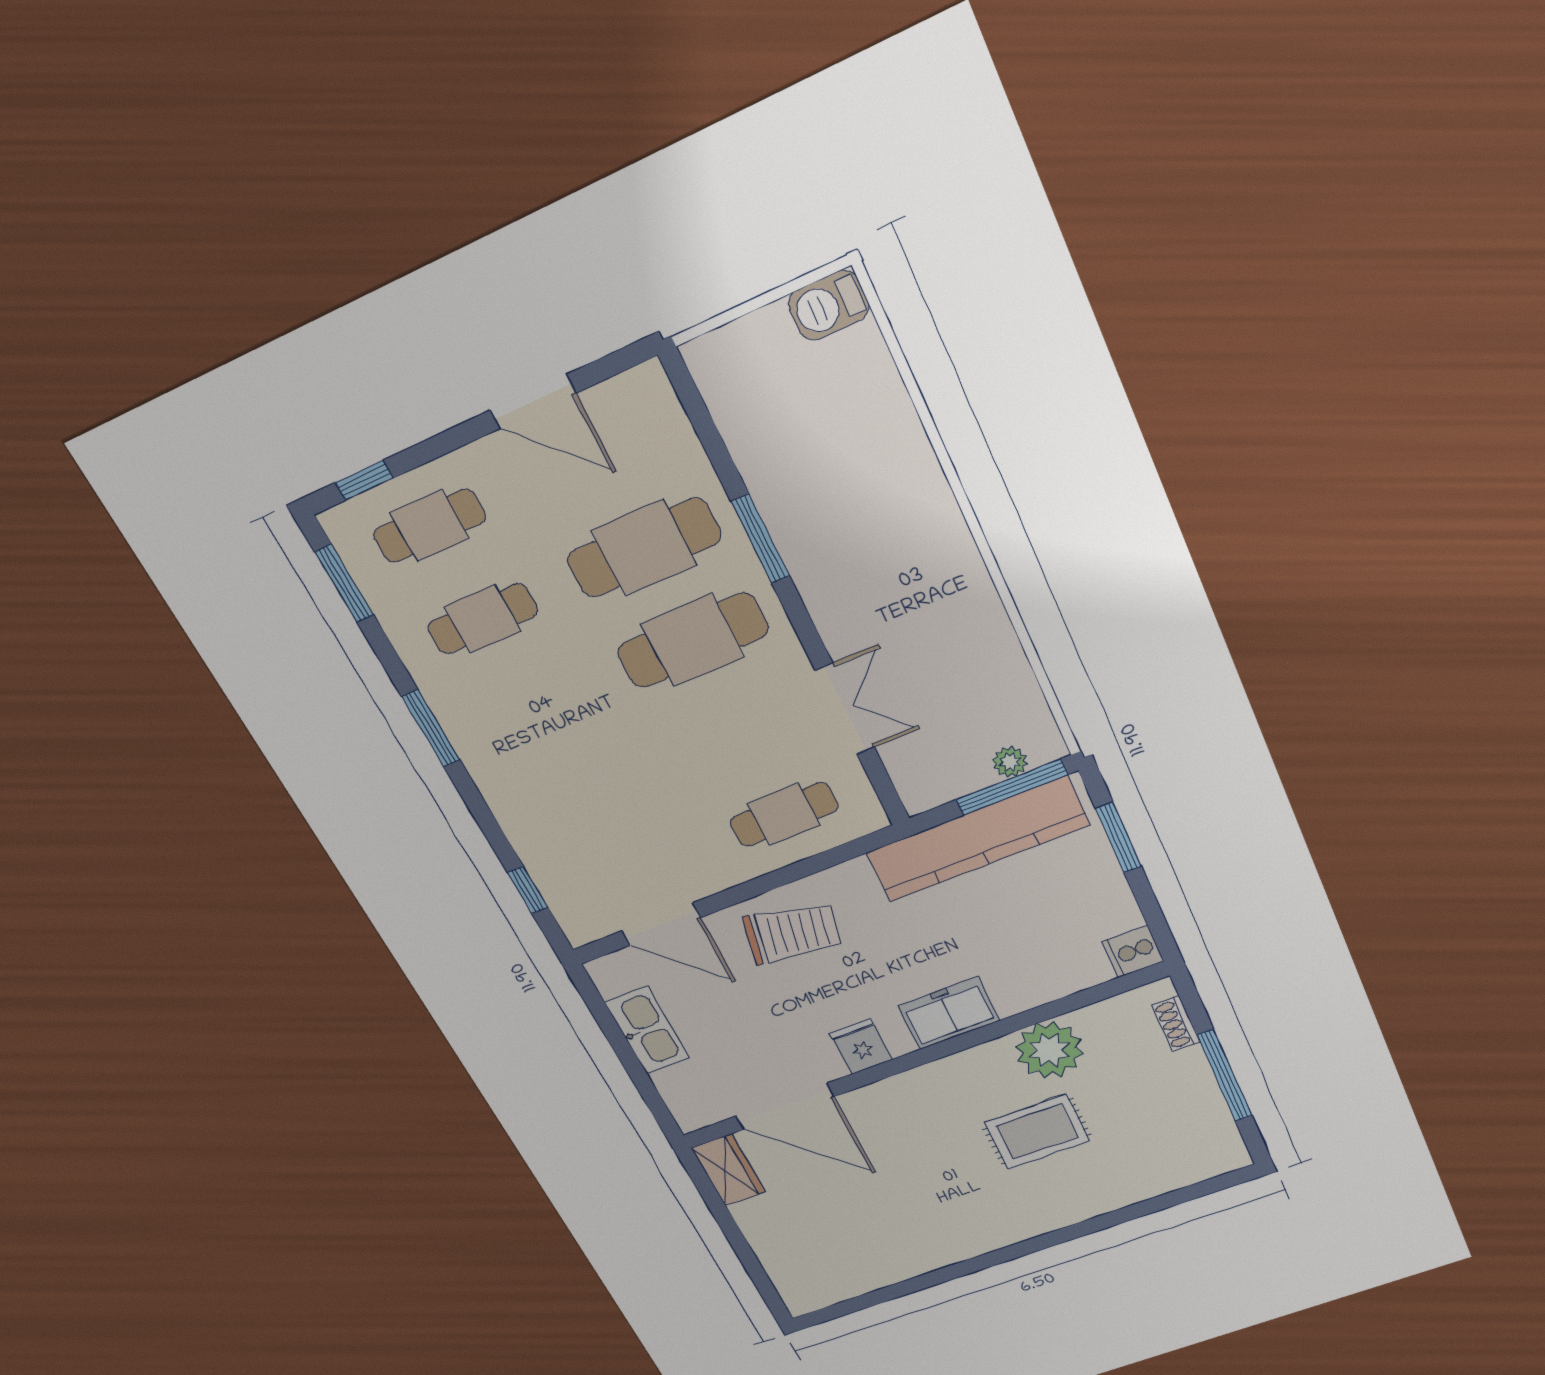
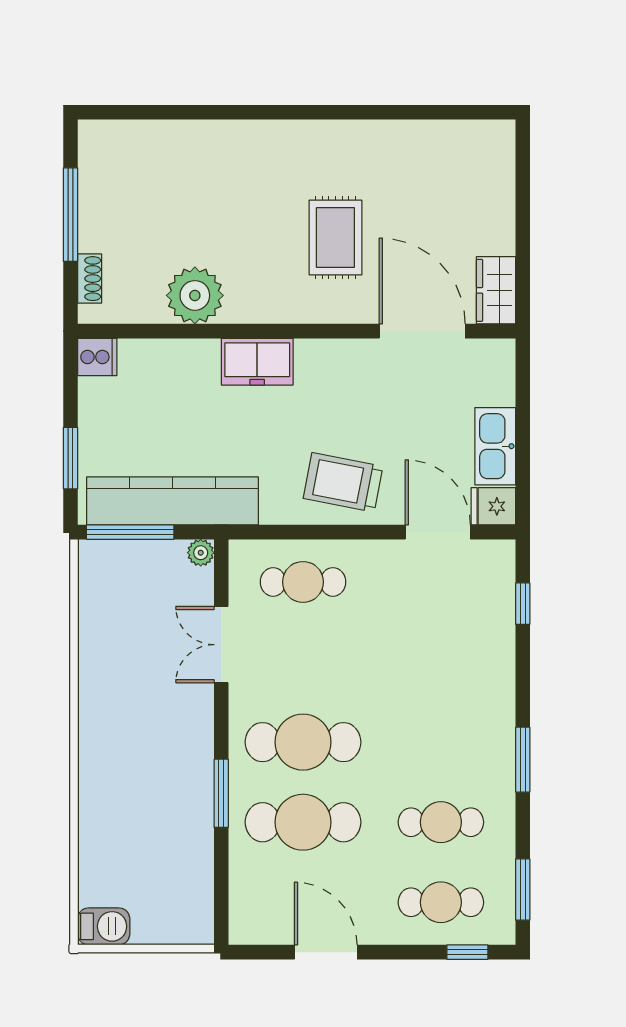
plant: (1010, 762) -> (201, 553), moved
fridge: (861, 1047) -> (493, 506), moved, turned 90
rug: (1037, 1132) -> (335, 238), moved, turned 90

